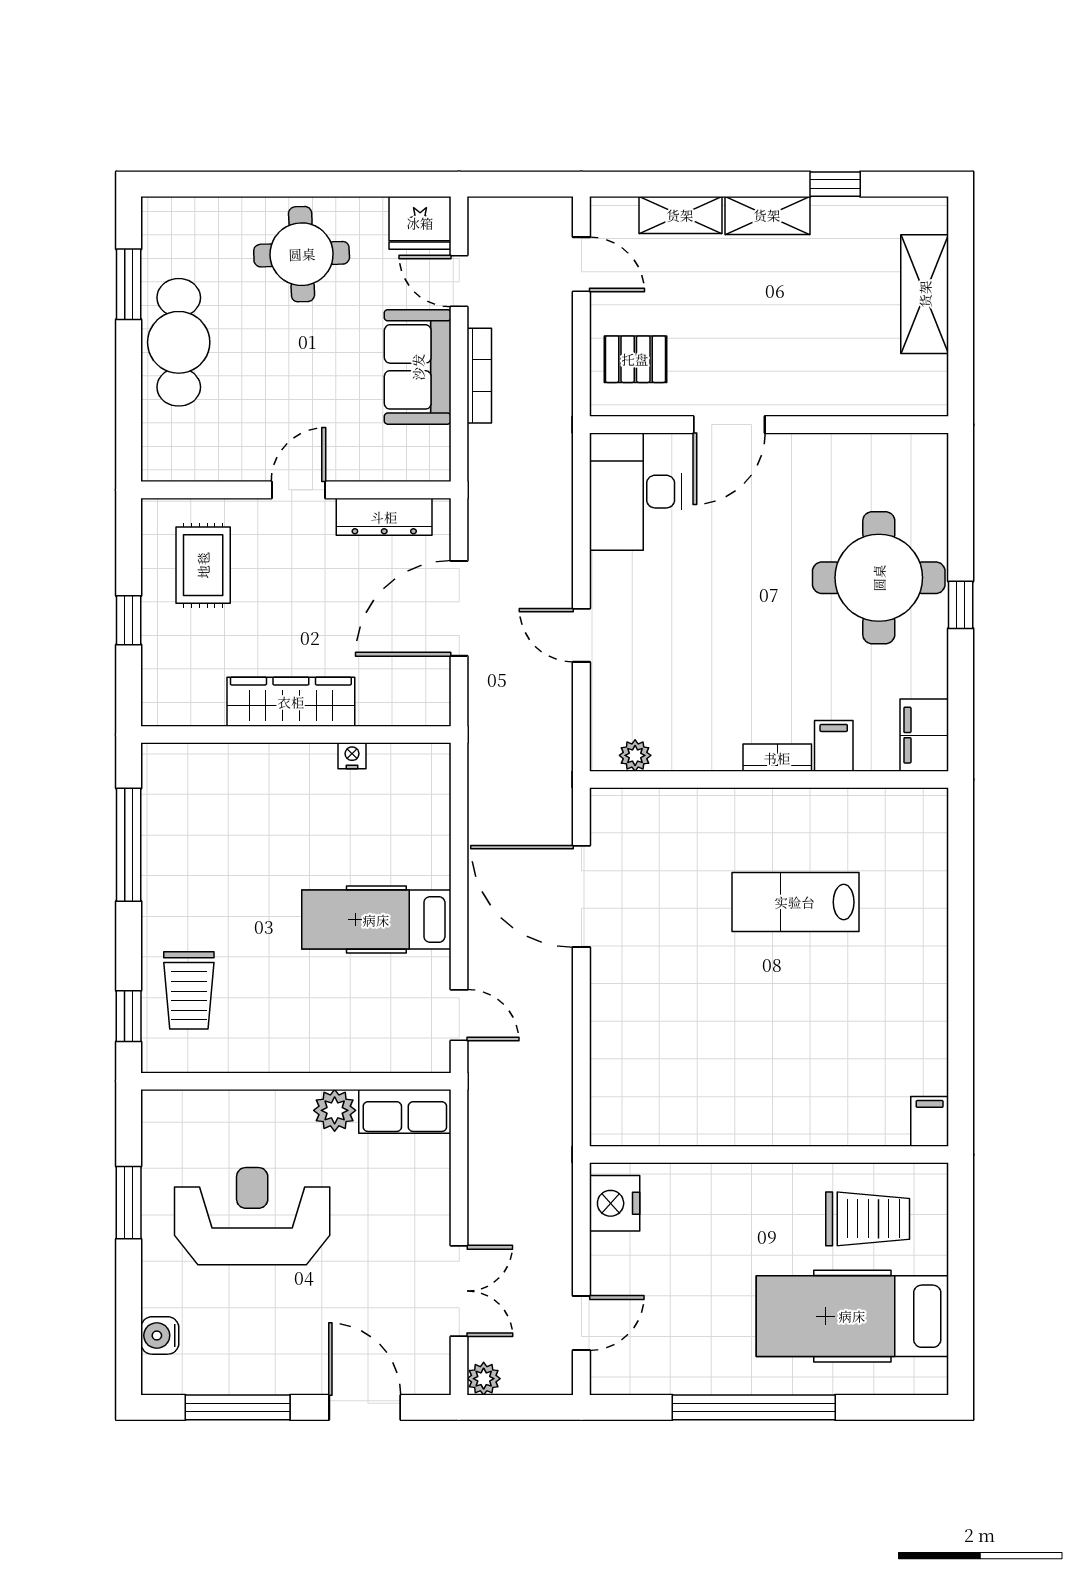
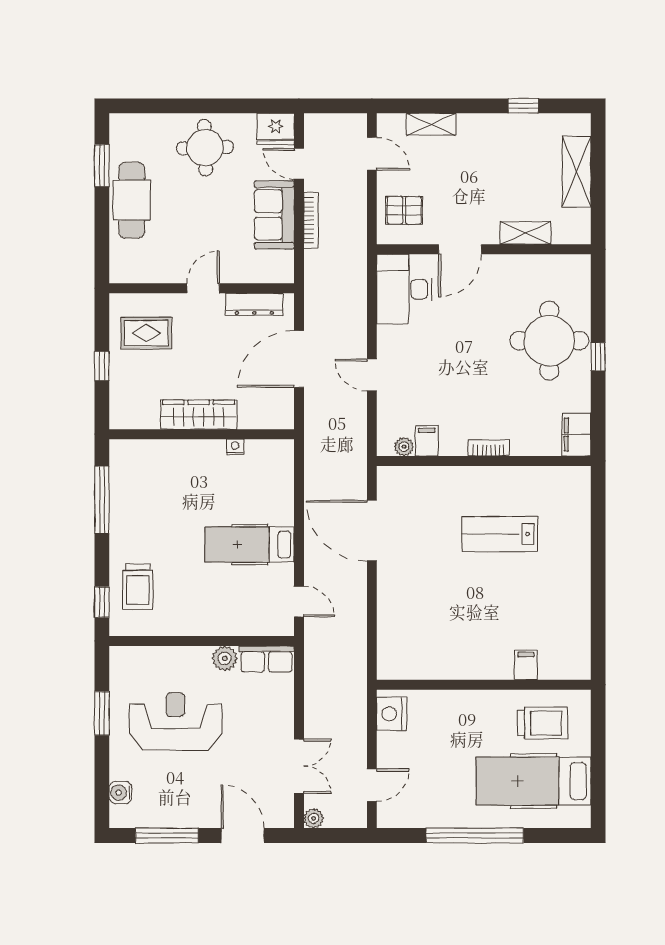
shelving: (767, 215) -> (525, 233), moved
rug: (203, 565) -> (146, 333), turned 90
filing cabinet: (834, 746) -> (427, 441), moved
filing cabinet: (930, 1121) -> (526, 665), moved

